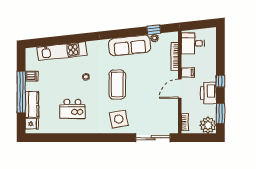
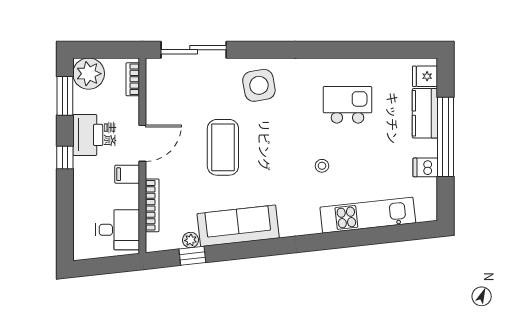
coffee table: (117, 84) -> (223, 147), moved

